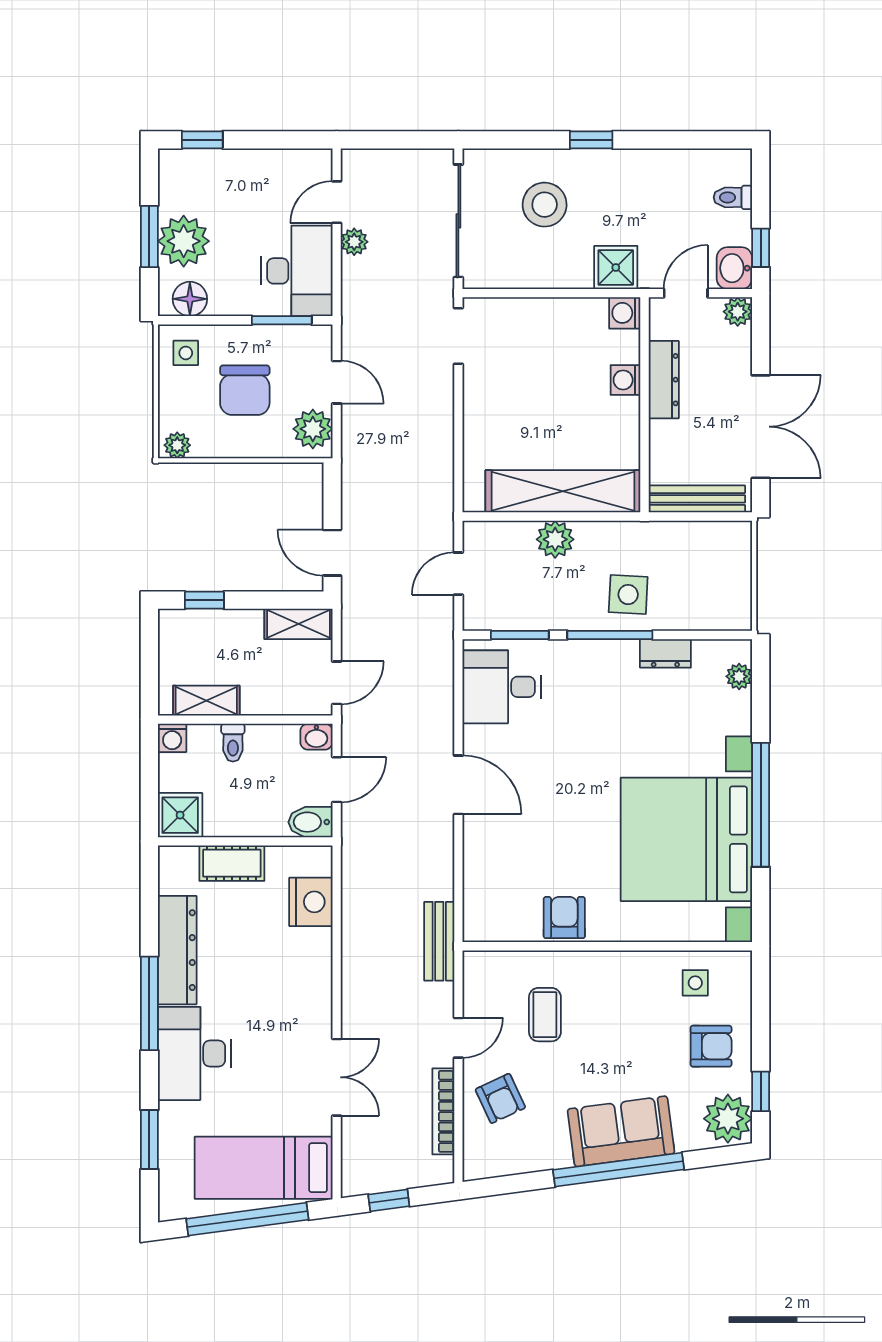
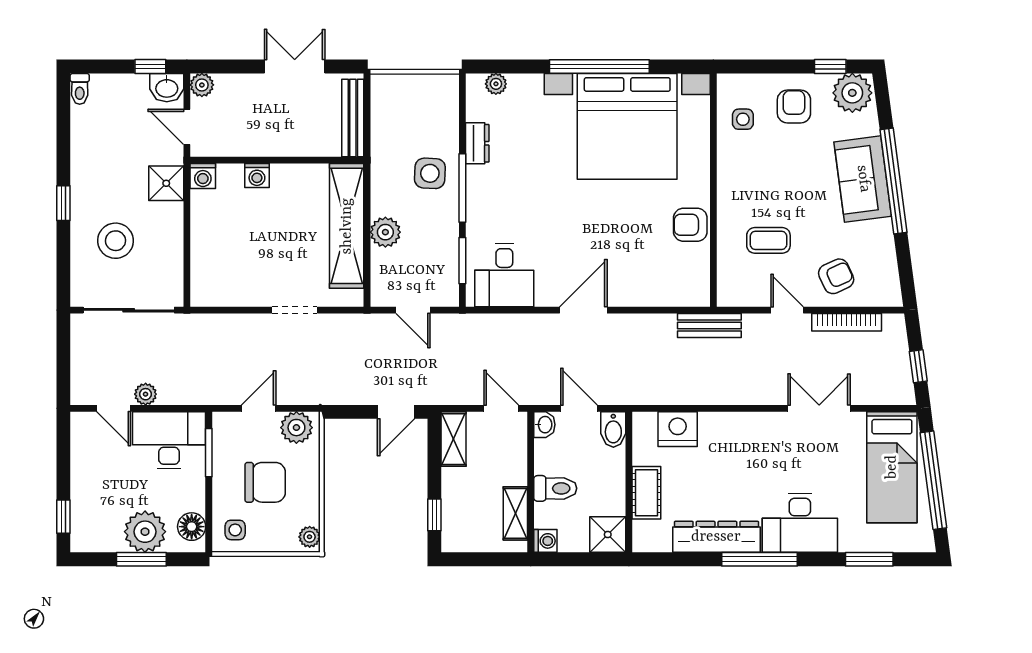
toilet: (733, 197) -> (80, 89), moved
doorway: (458, 336) -> (295, 310), moved
dresser: (664, 380) -> (257, 145), removed
double door: (761, 427) -> (295, 67), width x0.73
toilet: (233, 743) -> (555, 488), width x1.37, depth x1.39

